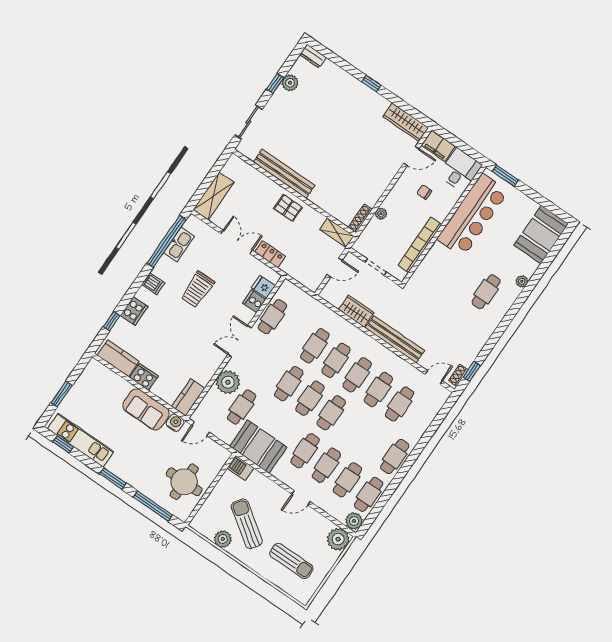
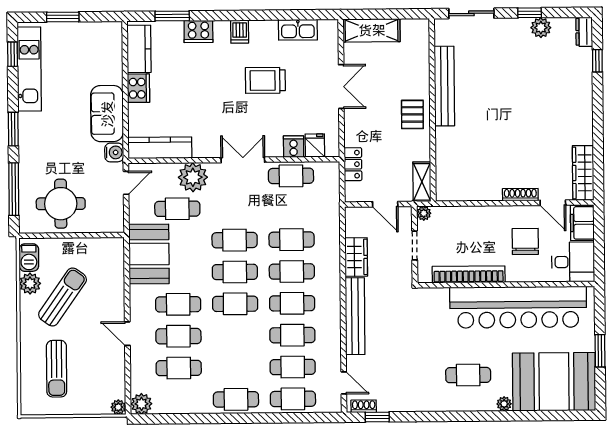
window: (371, 84) -> (597, 61), moved
window: (505, 176) -> (600, 351), moved
chair: (424, 192) -> (525, 241), width x1.87, depth x1.87
plant: (381, 214) -> (424, 213), moved
bar counter: (473, 215) -> (518, 307), width x1.36
shoe rack: (360, 218) -> (520, 195), moved
booth: (541, 235) -> (554, 382), width x1.36, depth x1.42
window: (166, 241) -> (292, 15), removed
locker: (270, 254) -> (353, 164), moved
window: (112, 321) -> (172, 16), width x1.50
kitchen counter: (188, 397) -> (160, 148), width x1.50
door: (201, 429) -> (126, 183), swing flipped
barbecue: (240, 468) -> (29, 258), moved, turned 180
cafe table: (369, 494) -> (293, 399), moved
plant: (338, 539) -> (118, 407), width x0.53, depth x0.53

